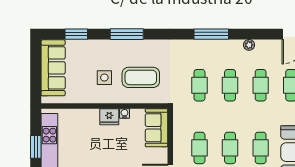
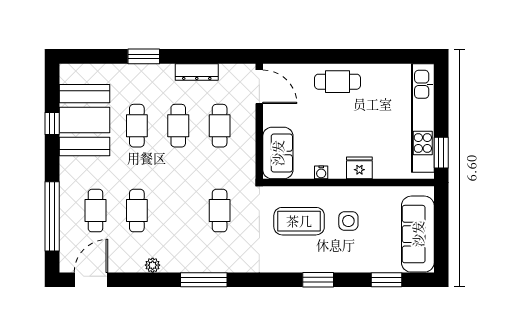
window: (127, 34) -> (318, 280), width x0.69
cafe table: (230, 85) -> (178, 211), removed
fridge: (109, 117) -> (359, 168), moved
window: (36, 147) -> (441, 153), moved

